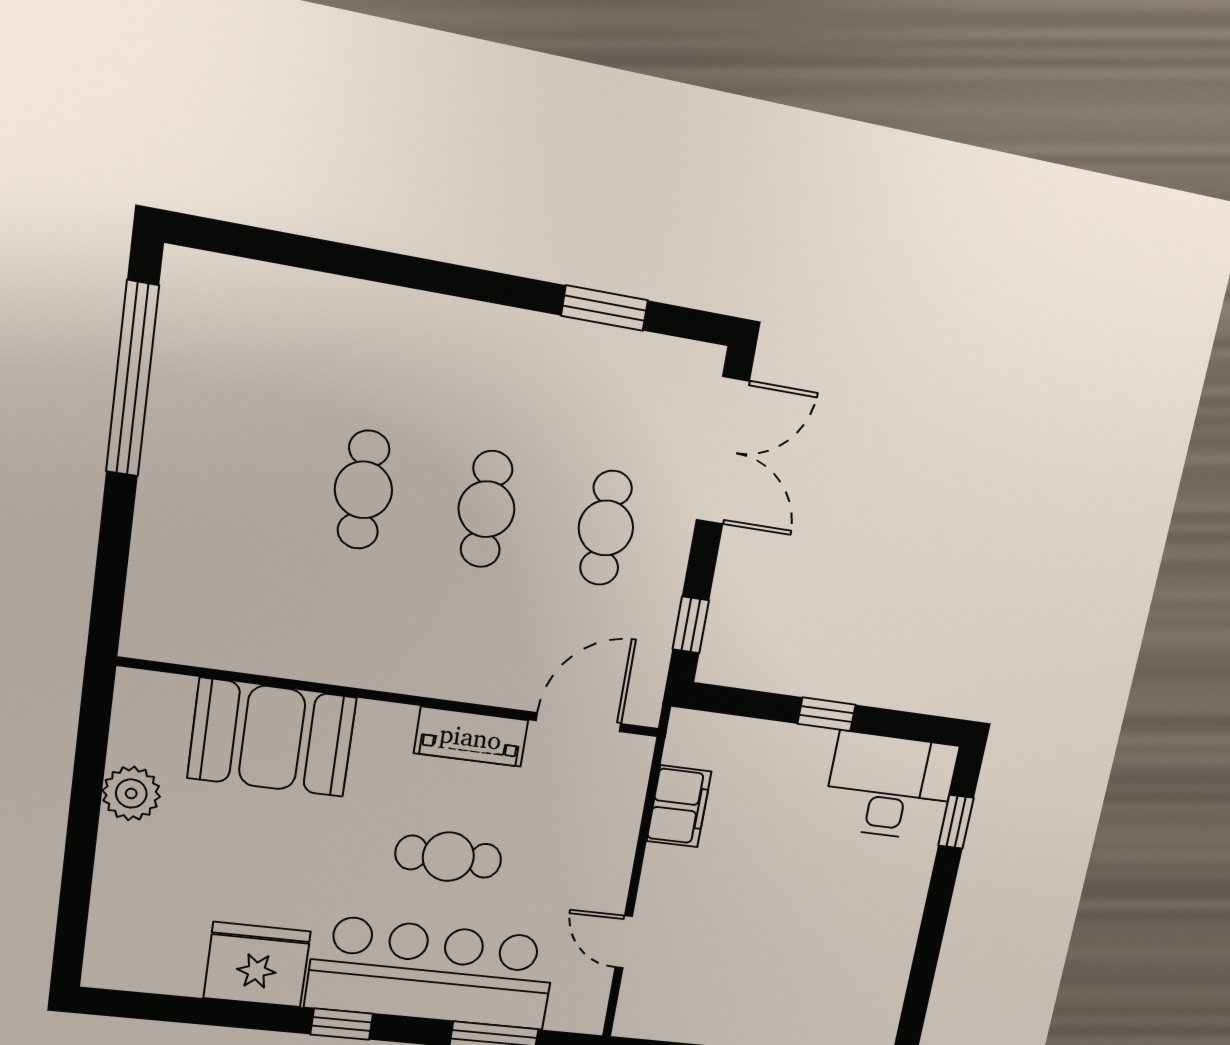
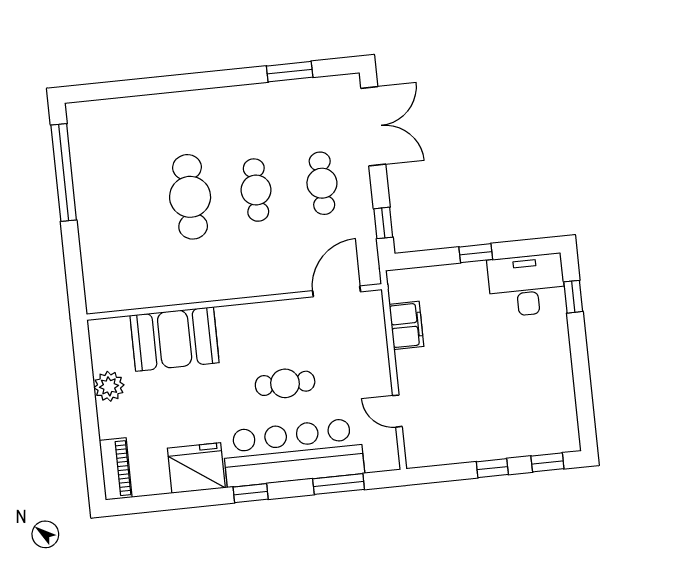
cafe table: (363, 490) -> (190, 197), width x1.37, depth x1.35
piano: (471, 737) -> (116, 469), moved, turned -90

